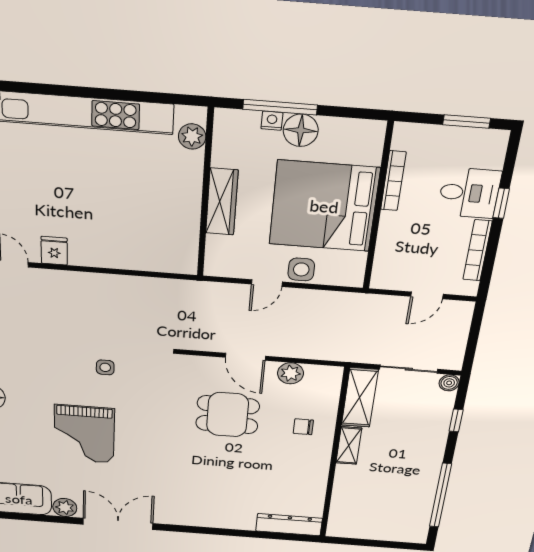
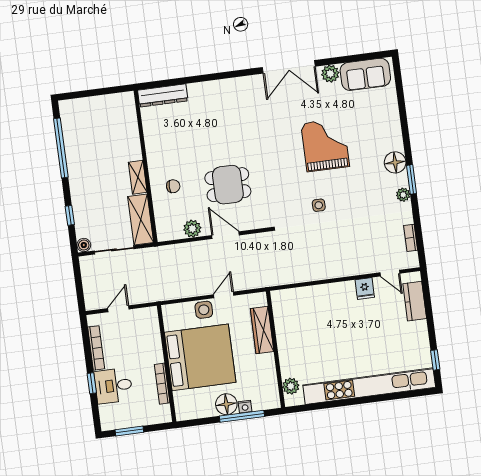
wardrobe: (222, 202) -> (262, 330), moved

